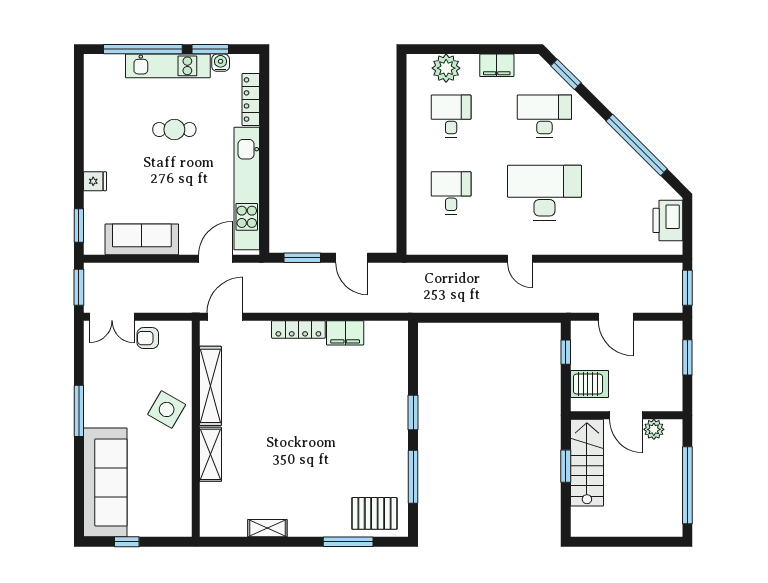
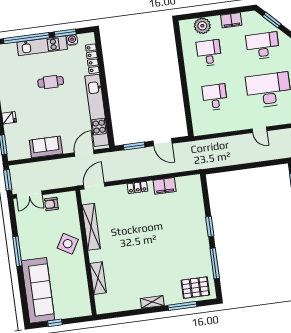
sofa: (142, 239) -> (46, 147), width x0.73
locker: (298, 329) -> (137, 187), width x0.66
shelving: (210, 454) -> (98, 278), moved
shelving: (267, 528) -> (152, 302), moved

